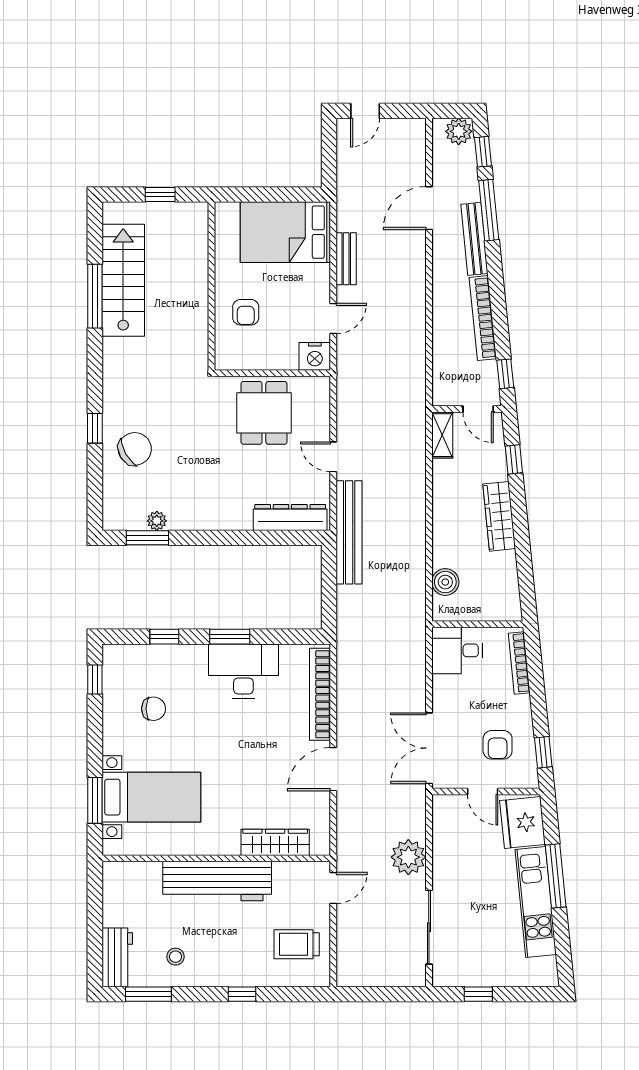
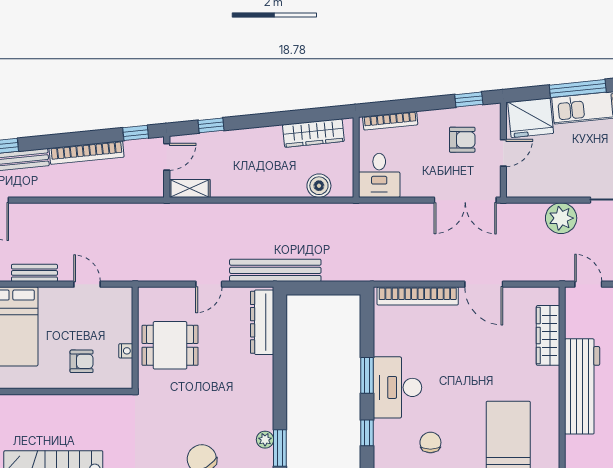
nightstand: (315, 356) -> (126, 351), moved, width x0.53, depth x0.56
wardrobe: (499, 516) -> (313, 133), moved
desk: (243, 671) -> (397, 387), moved

